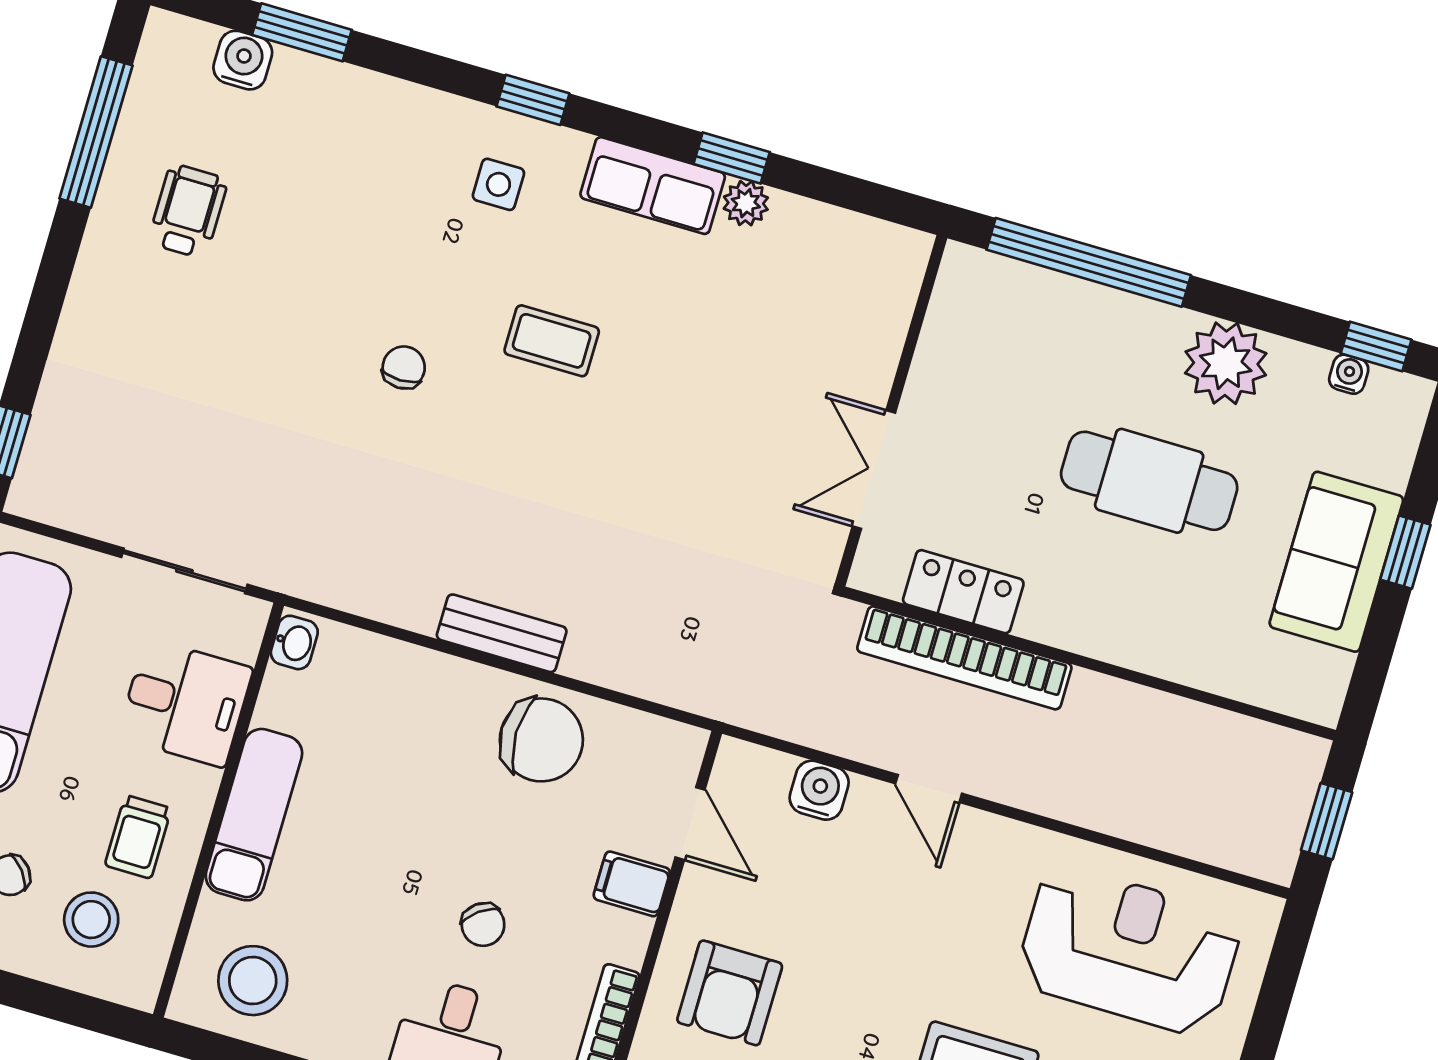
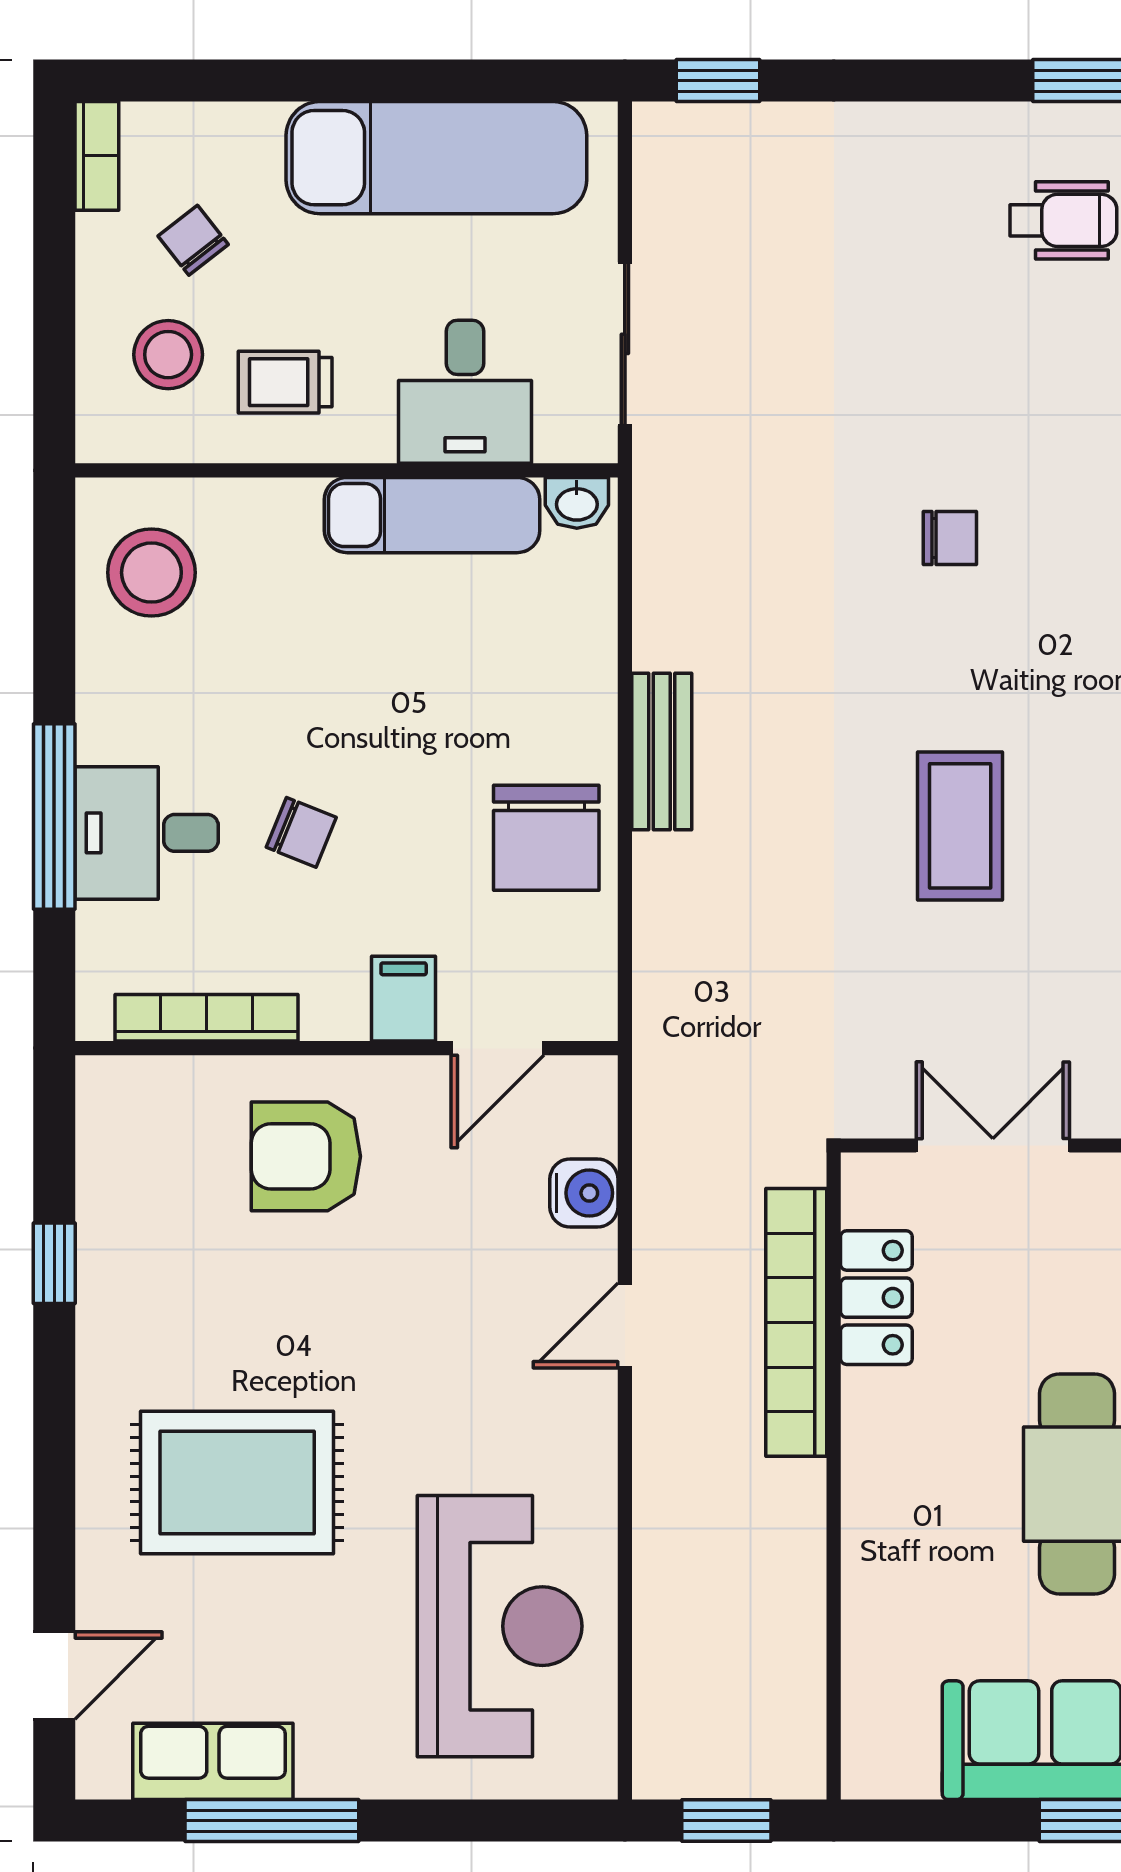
coffee table: (552, 341) -> (960, 826), moved, width x1.36, depth x1.30
exam couch: (254, 815) -> (432, 515), moved
chair: (483, 925) -> (301, 832), turned -121

